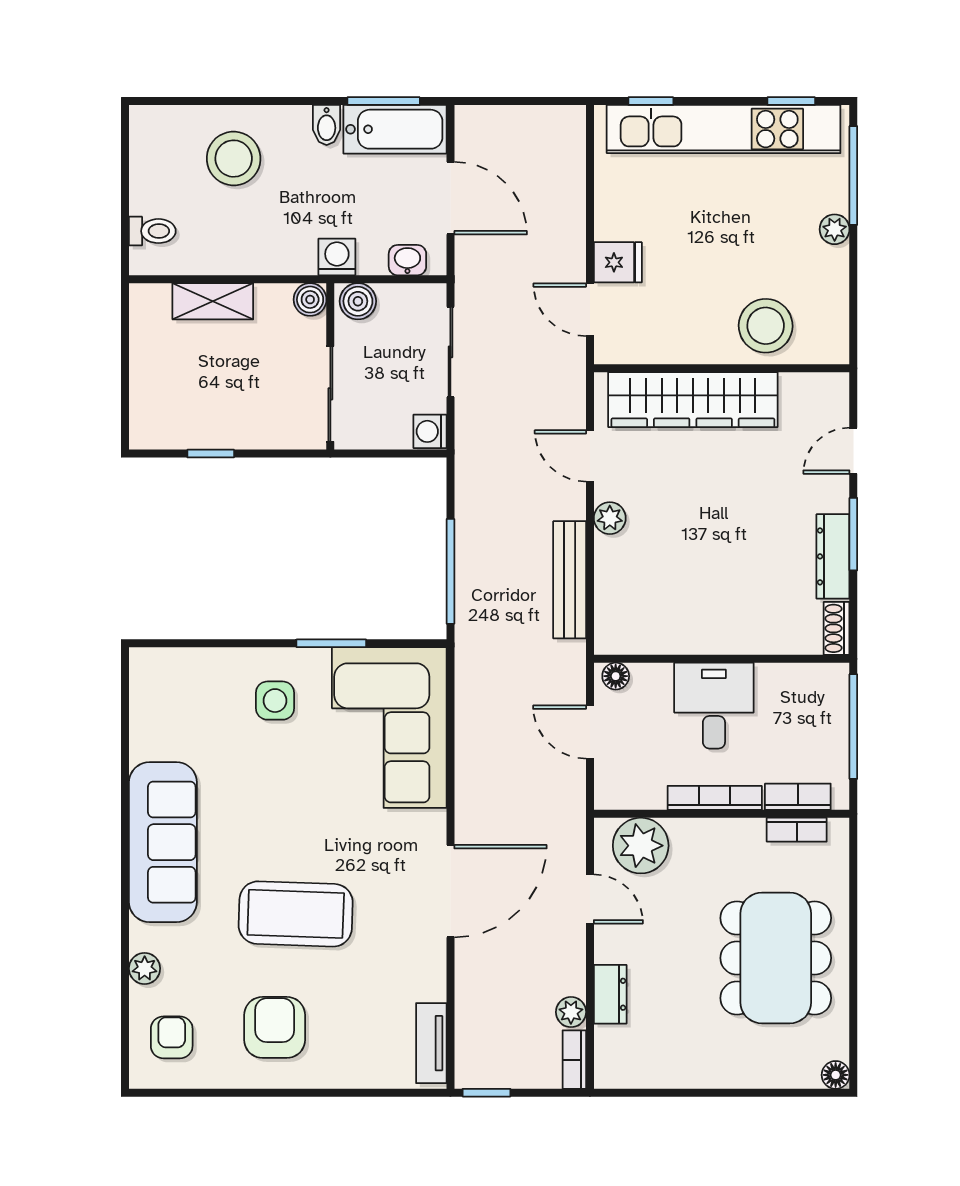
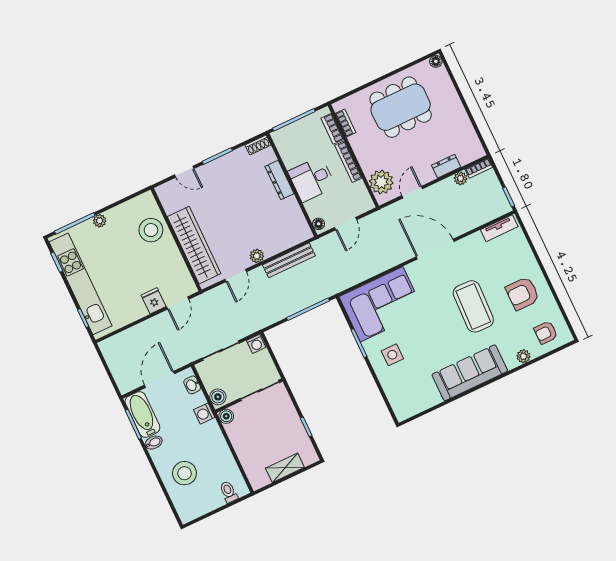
shelving: (213, 301) -> (285, 468), moved, turned 90
dresser: (833, 556) -> (279, 180), moved, turned 90

